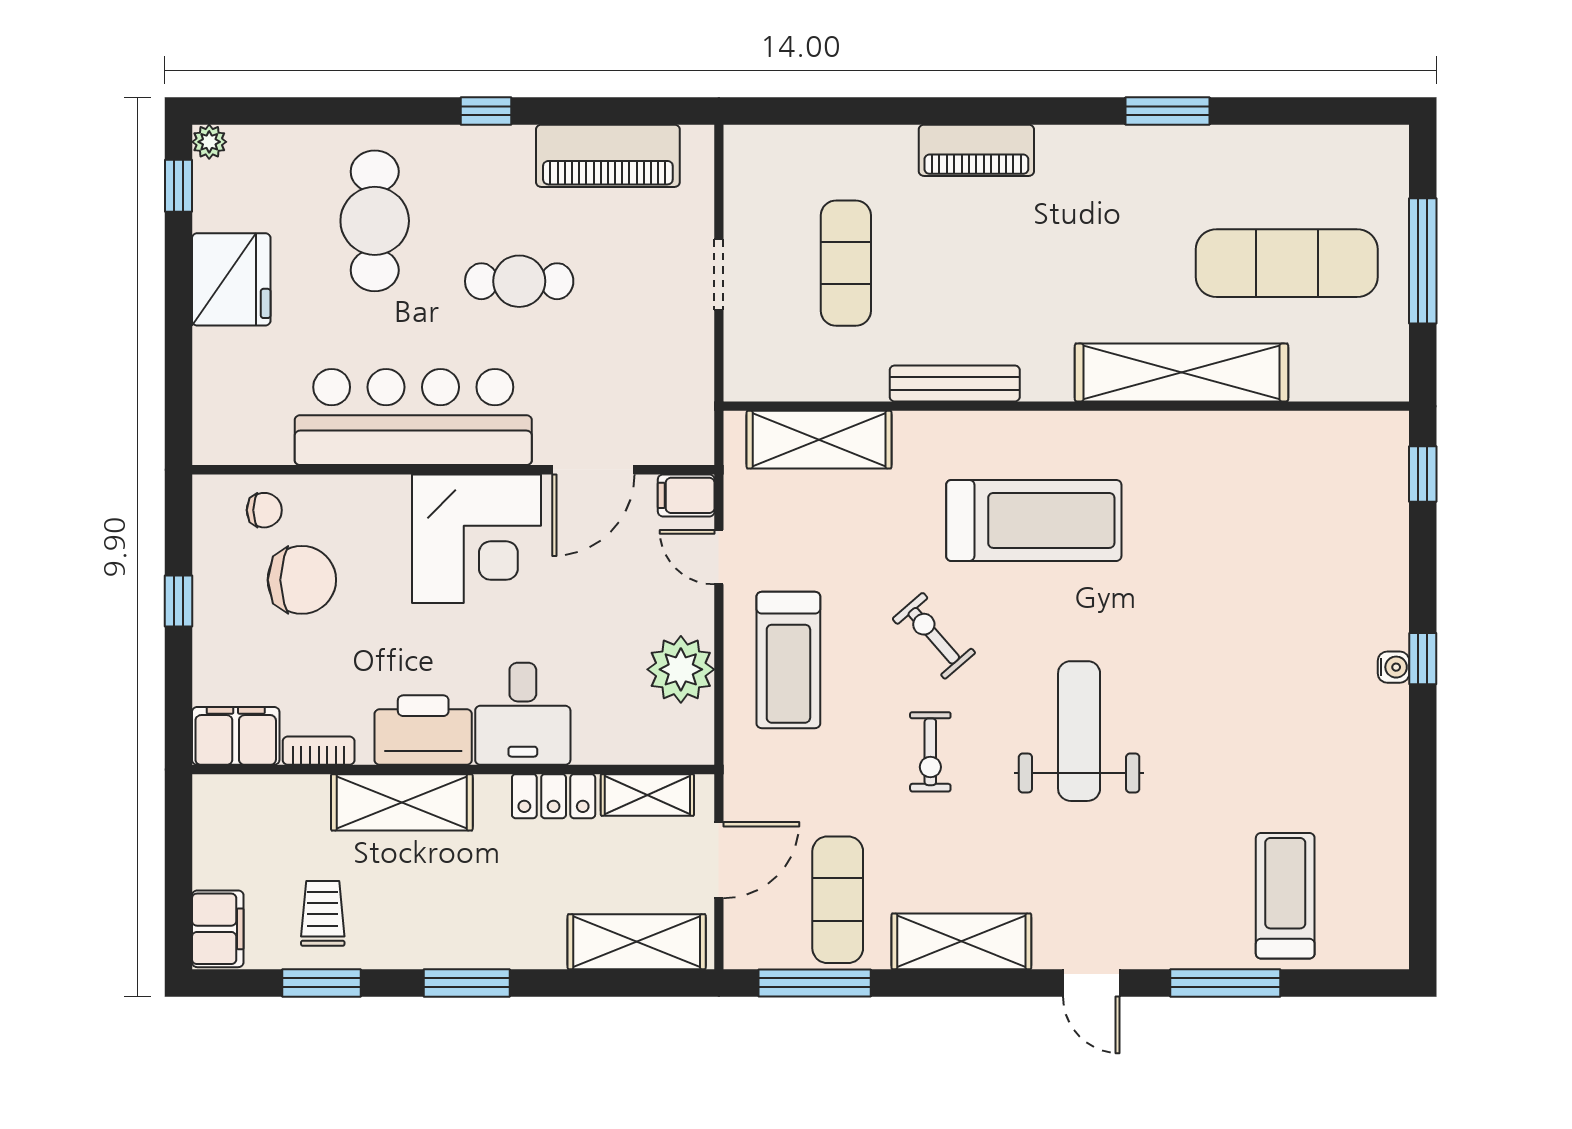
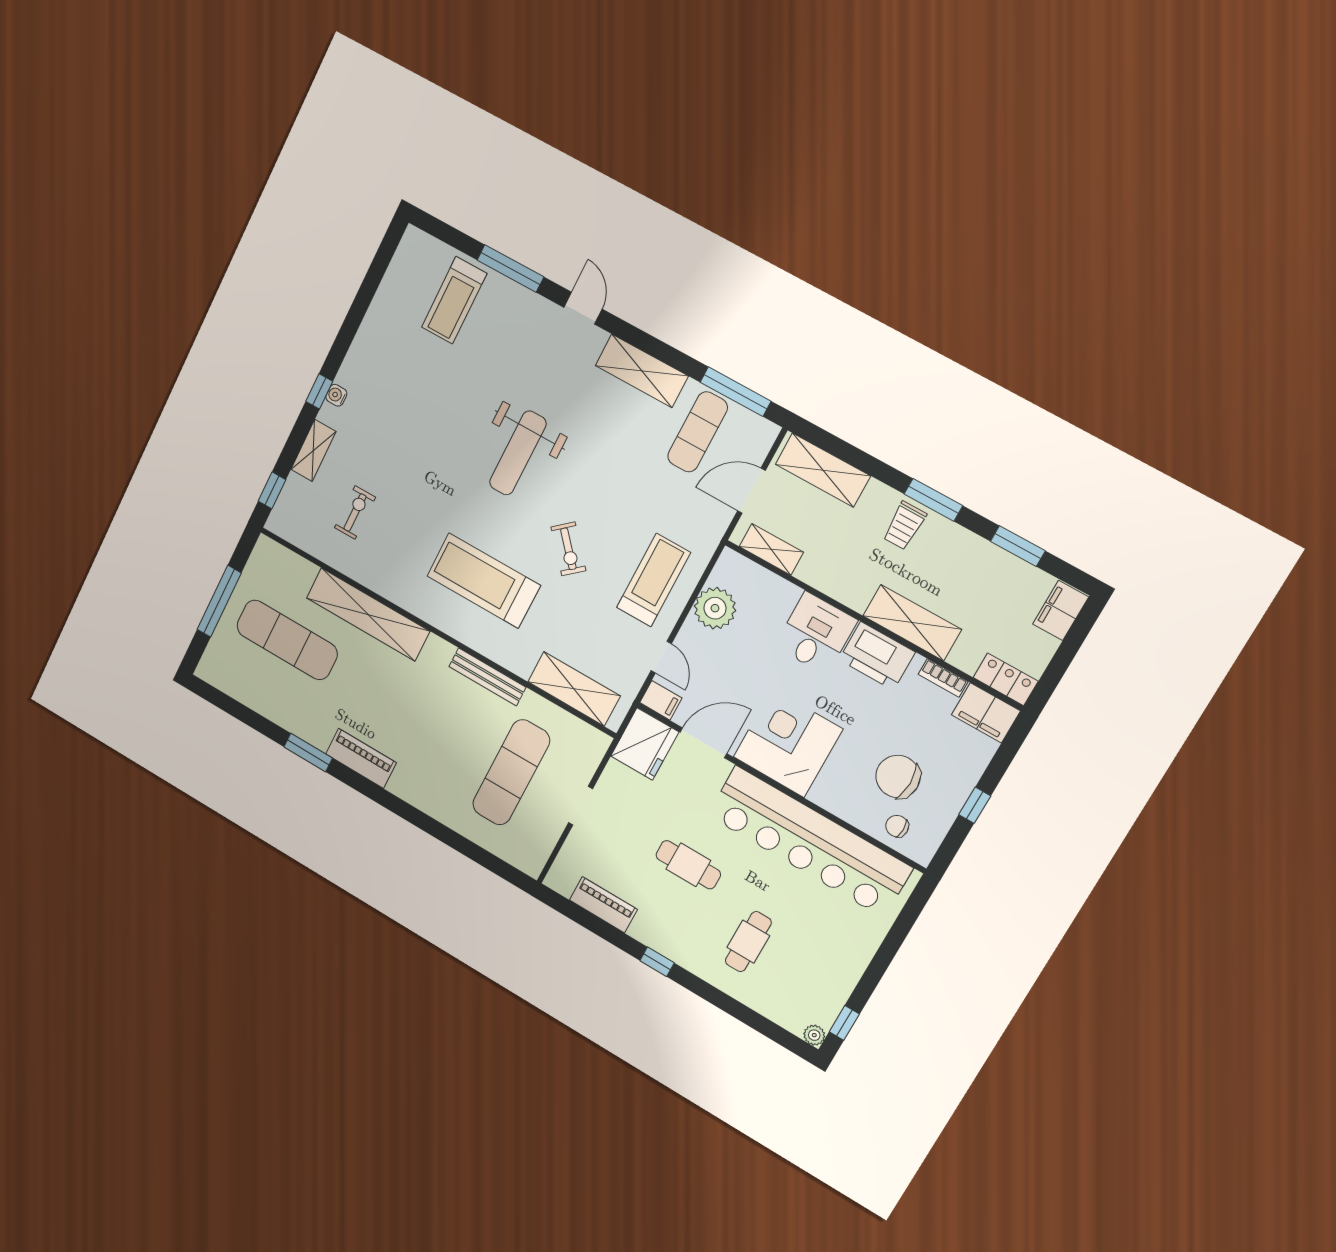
piano: (976, 150) -> (361, 758), moved
piano: (608, 156) -> (603, 905), width x0.73, depth x0.75
cafe table: (375, 221) -> (748, 942), width x0.73, depth x0.74
exercise mat: (846, 263) -> (511, 772), width x1.36, depth x1.45
fridge: (231, 279) -> (645, 744), moved, turned 180
bar counter: (413, 417) -> (809, 841), width x1.36
shelving: (1388, 568) -> (313, 450), added
exercise bike: (930, 752) -> (355, 512), moved
locker: (554, 796) -> (1006, 679), moved
trolley: (323, 913) -> (904, 526), moved

